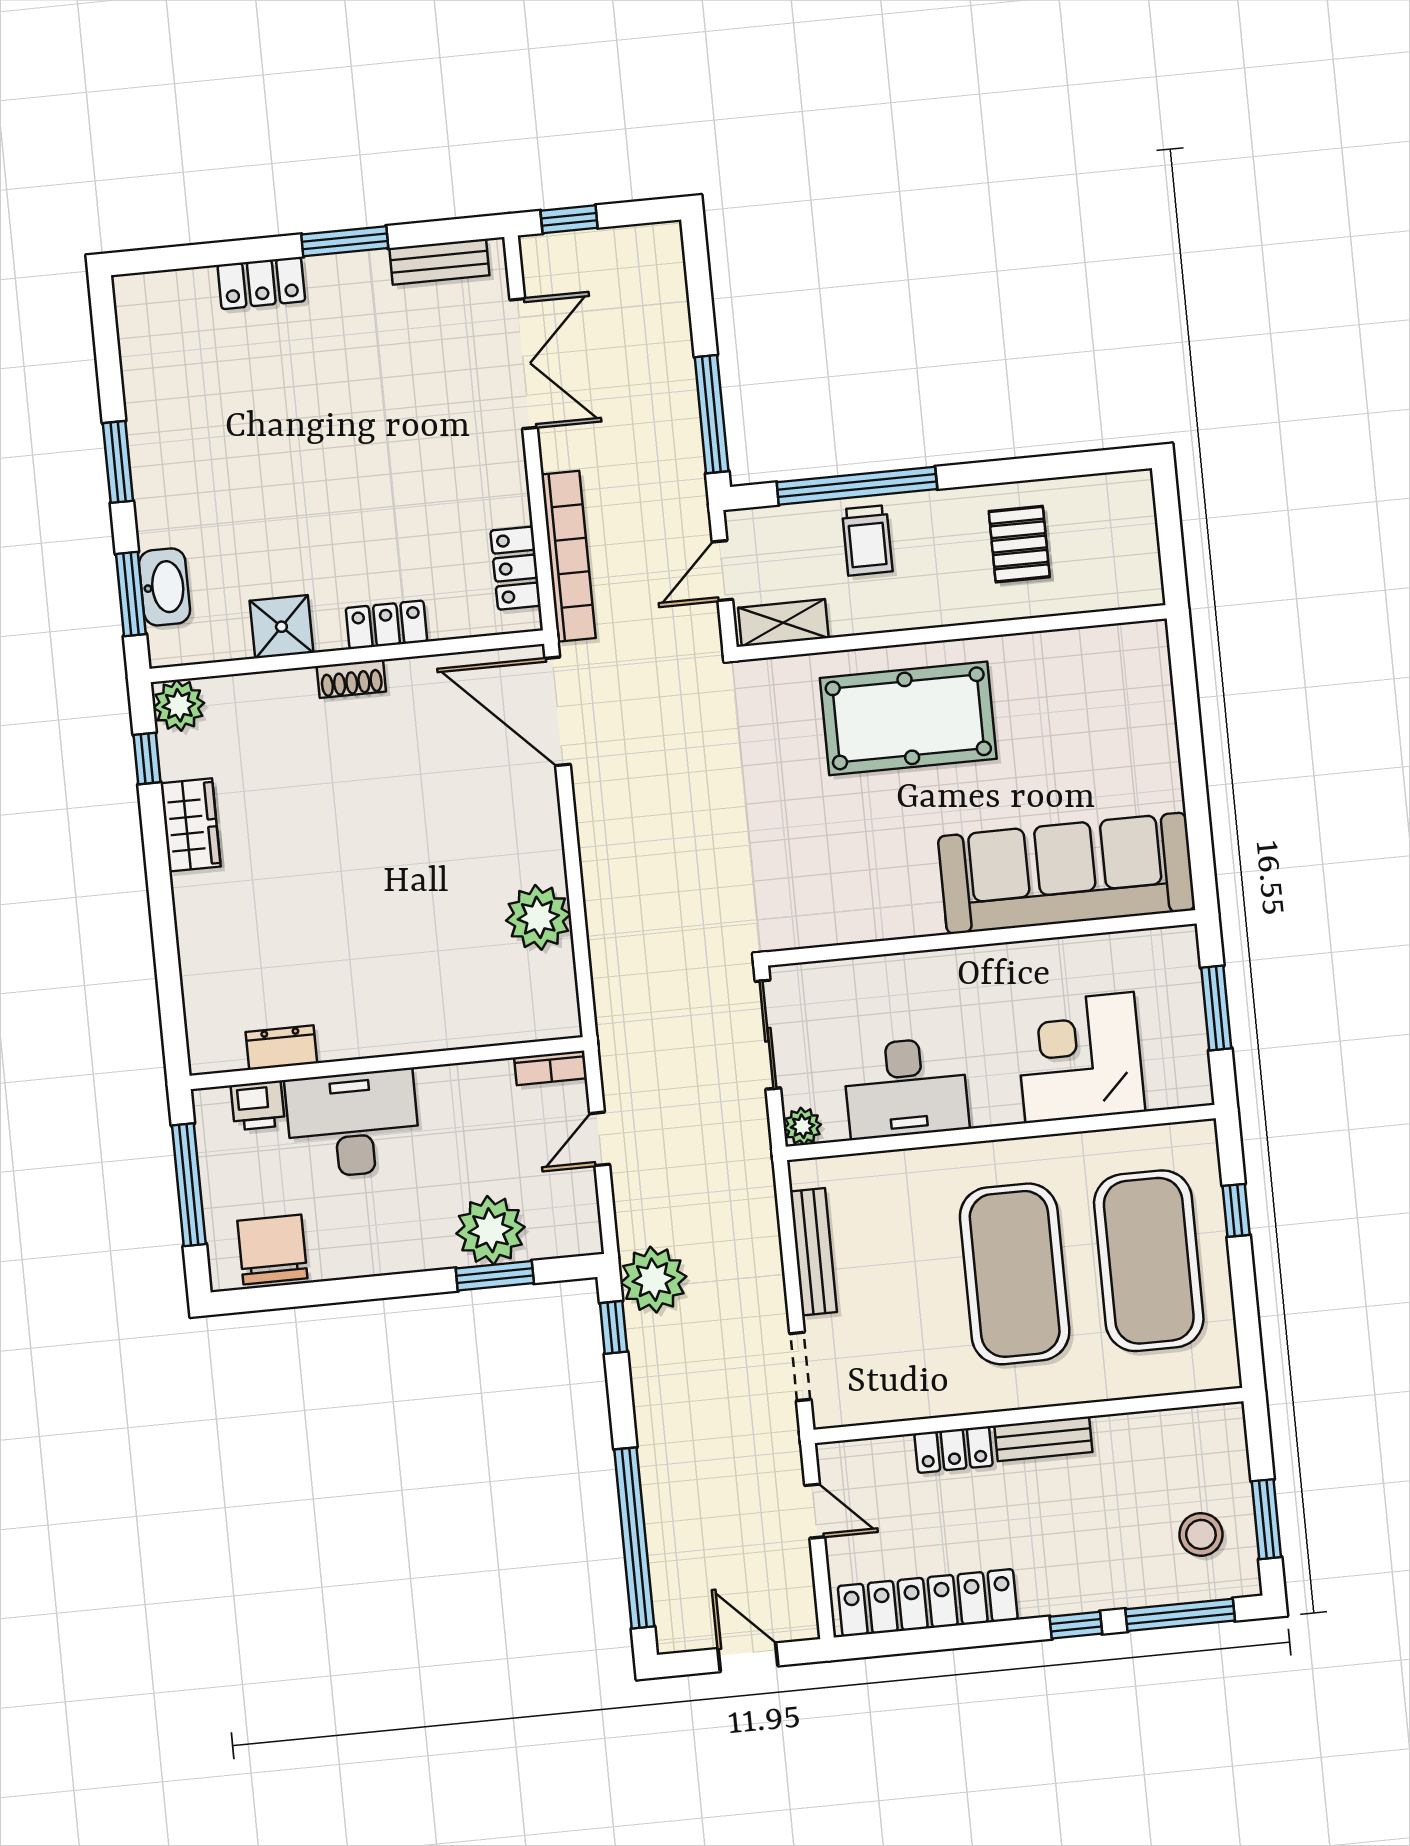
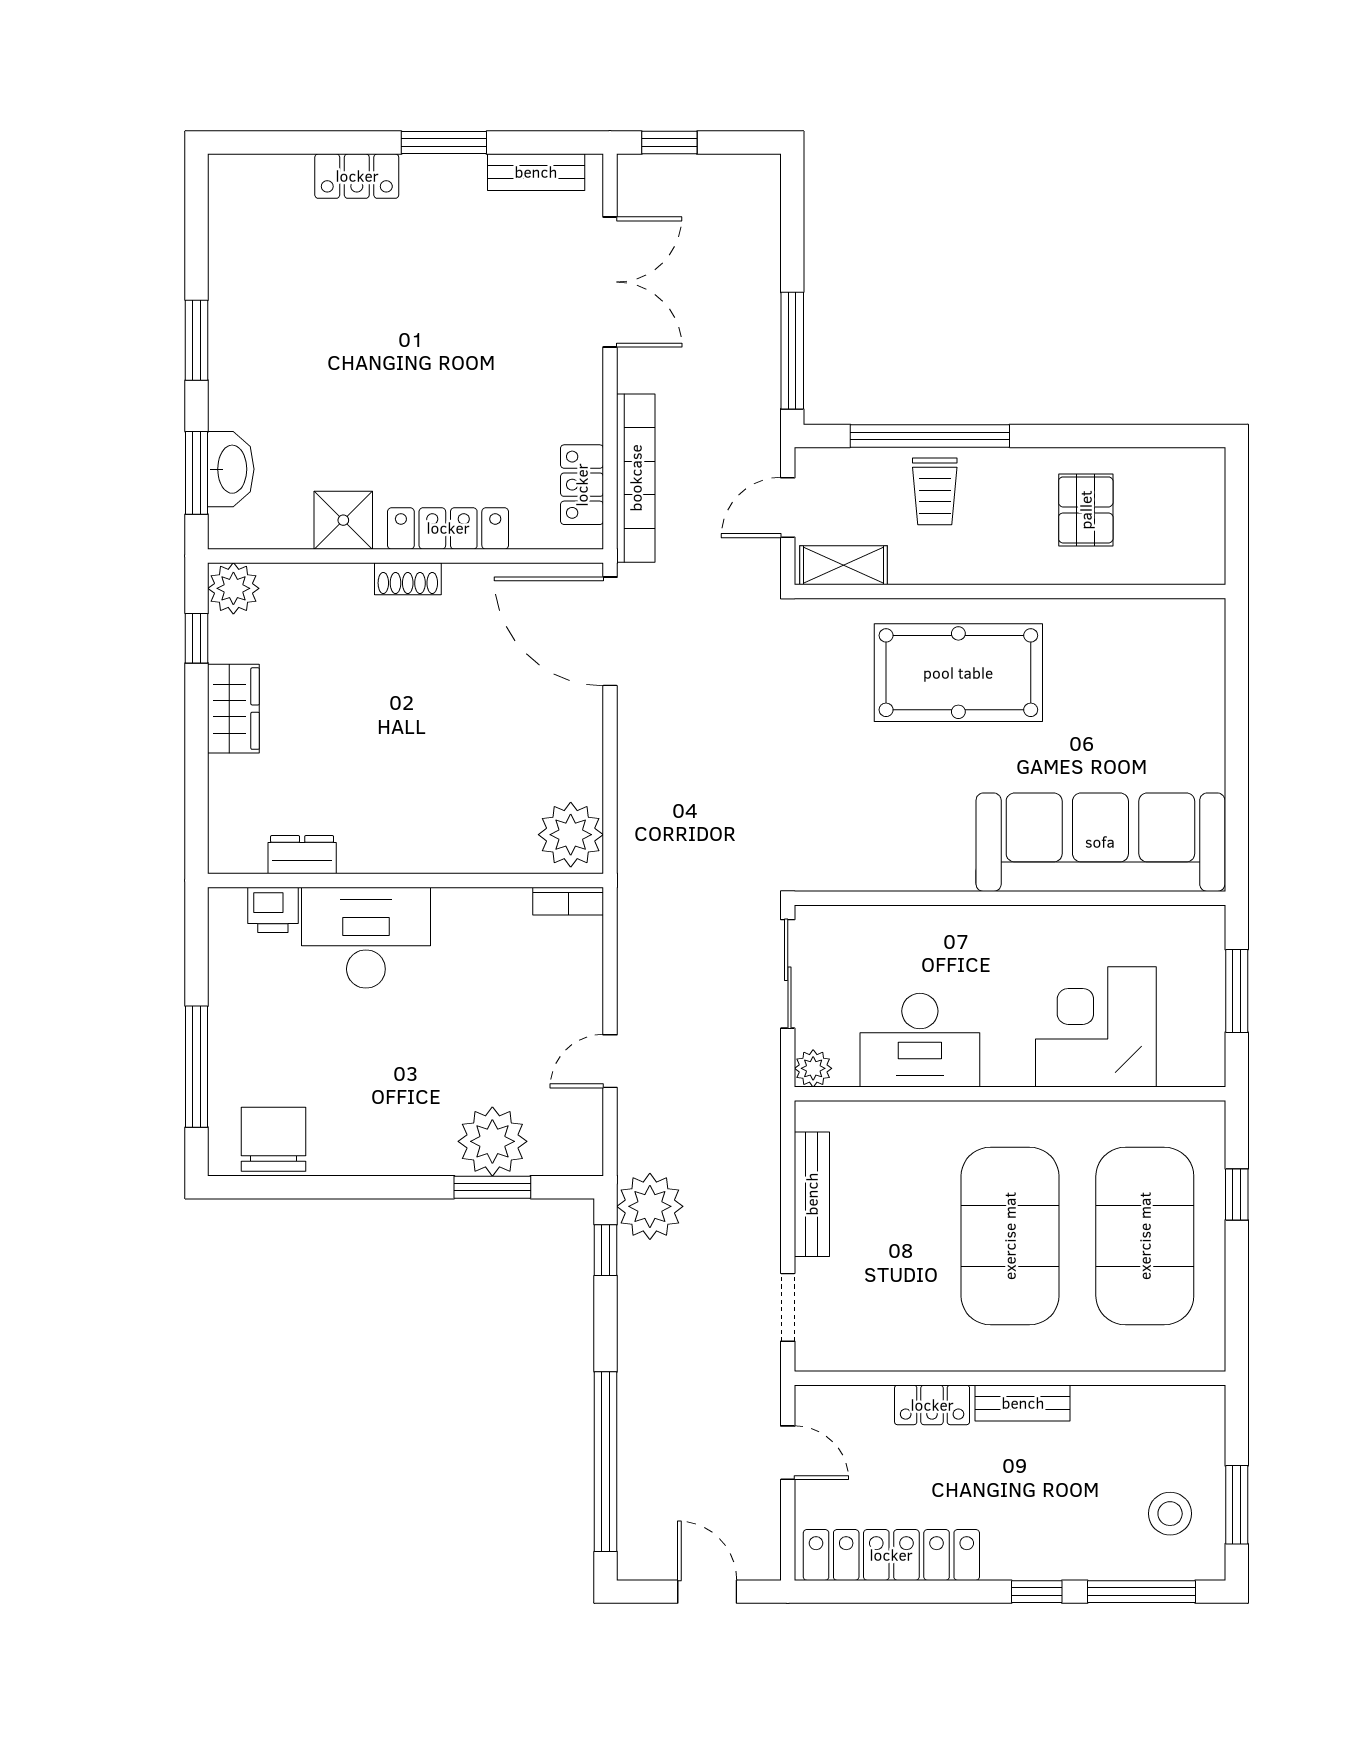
locker: (386, 625) -> (448, 528), width x1.53
dresser: (281, 1048) -> (302, 855), moved
wall: (387, 1063) -> (405, 880), moved
bookcase: (551, 1068) -> (568, 901), moved
printer: (258, 1105) -> (273, 910), moved
desk: (353, 1124) -> (366, 938), moved

